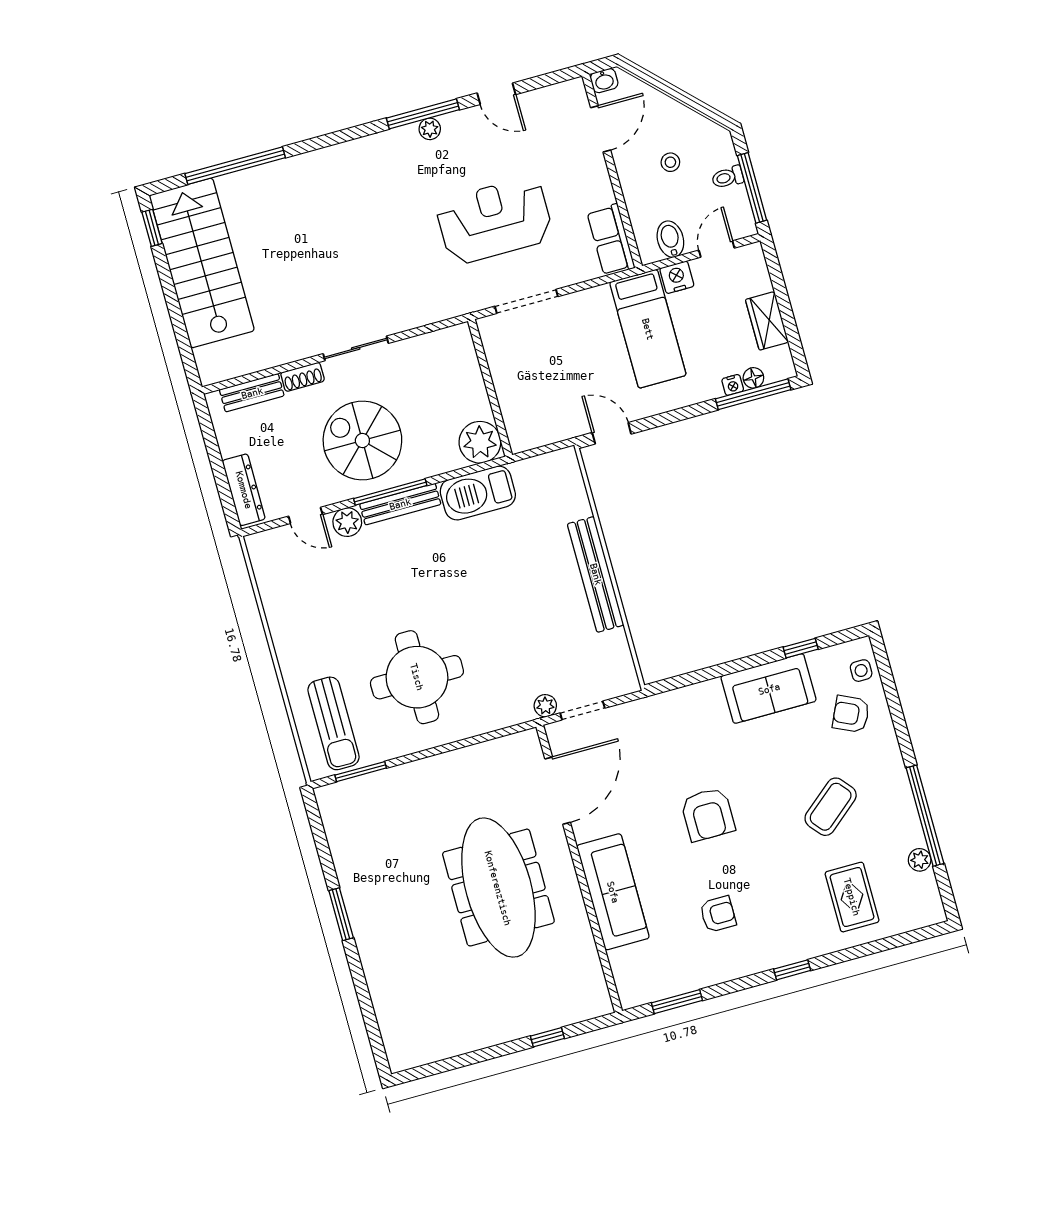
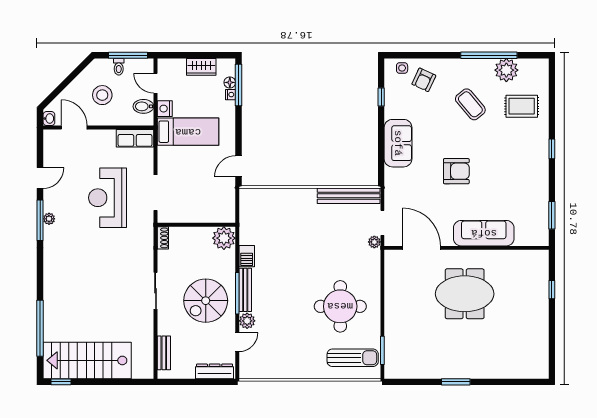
stool: (670, 162) -> (102, 95), width x1.89, depth x1.89
shoe rack: (303, 377) -> (163, 238), moved
barbecue: (478, 493) -> (247, 256), width x0.53, depth x0.65
bench: (596, 574) -> (349, 196), moved
sofa: (769, 689) -> (398, 143), moved
plant: (920, 860) -> (506, 70), width x1.88, depth x1.88
meeting table: (498, 888) -> (465, 294), width x0.73
armchair: (718, 914) -> (511, 180), removed

